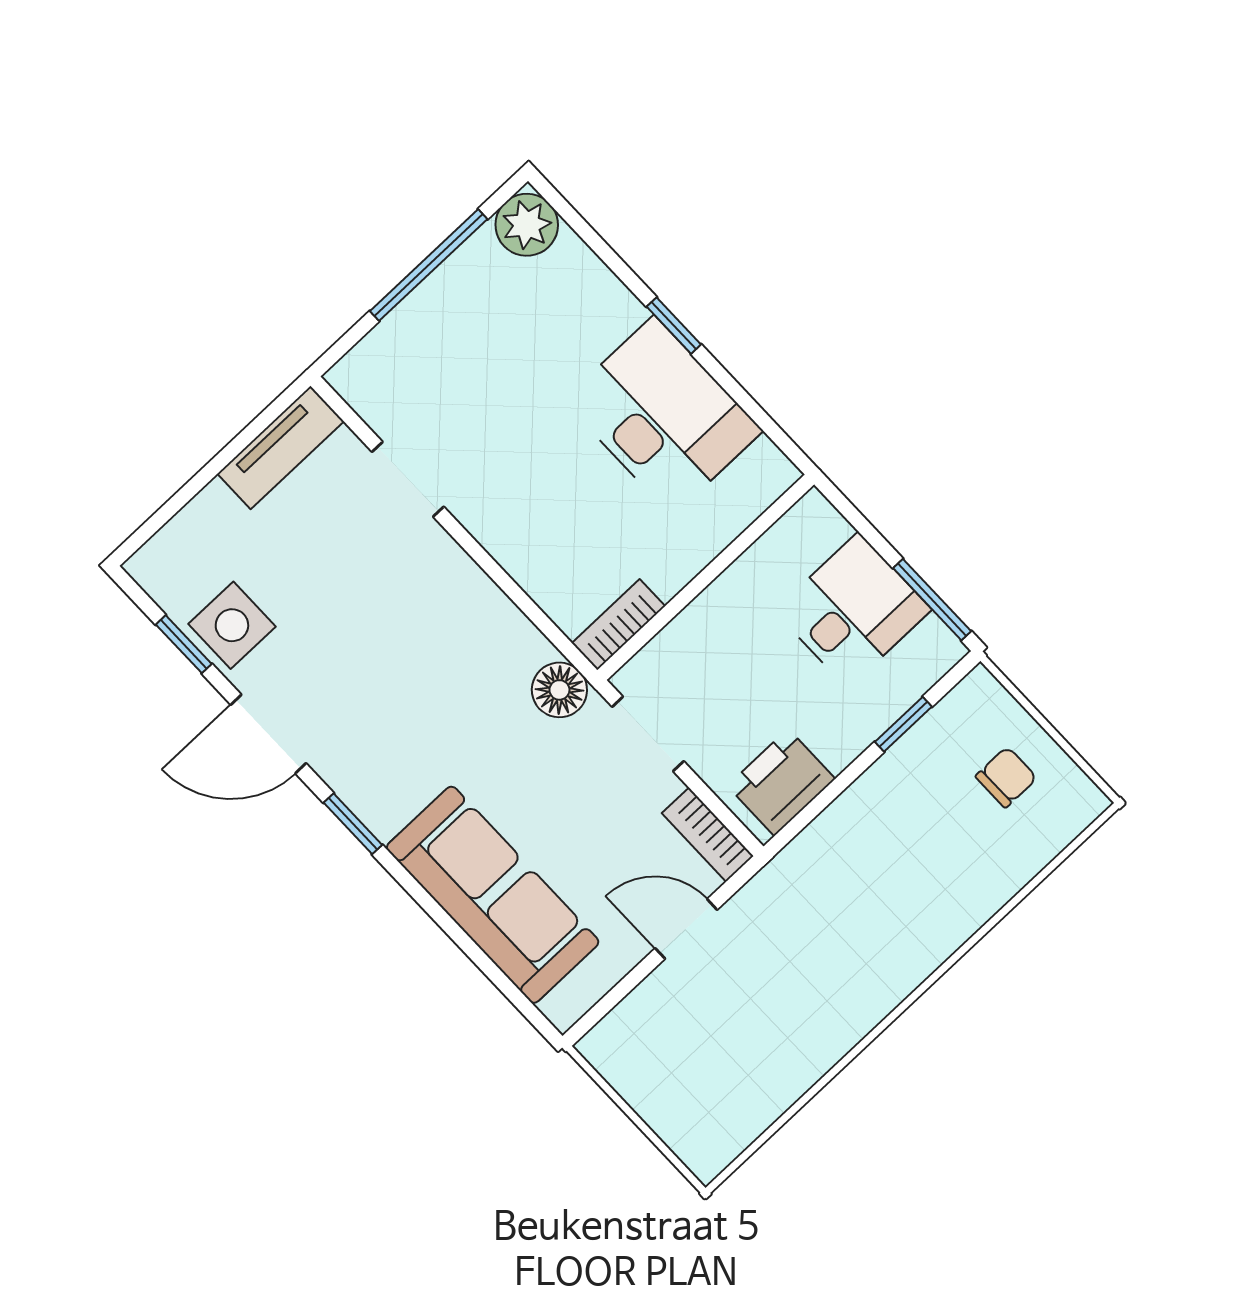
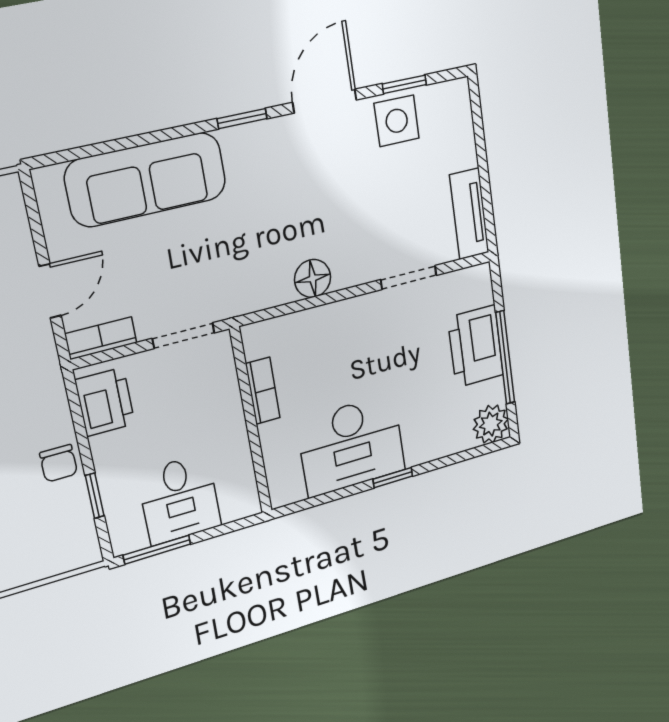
printer: (439, 320) -> (476, 346), added
bookcase: (618, 625) -> (263, 391), moved
floor lamp: (559, 690) -> (313, 278), moved
chair: (1006, 777) -> (59, 463), moved

